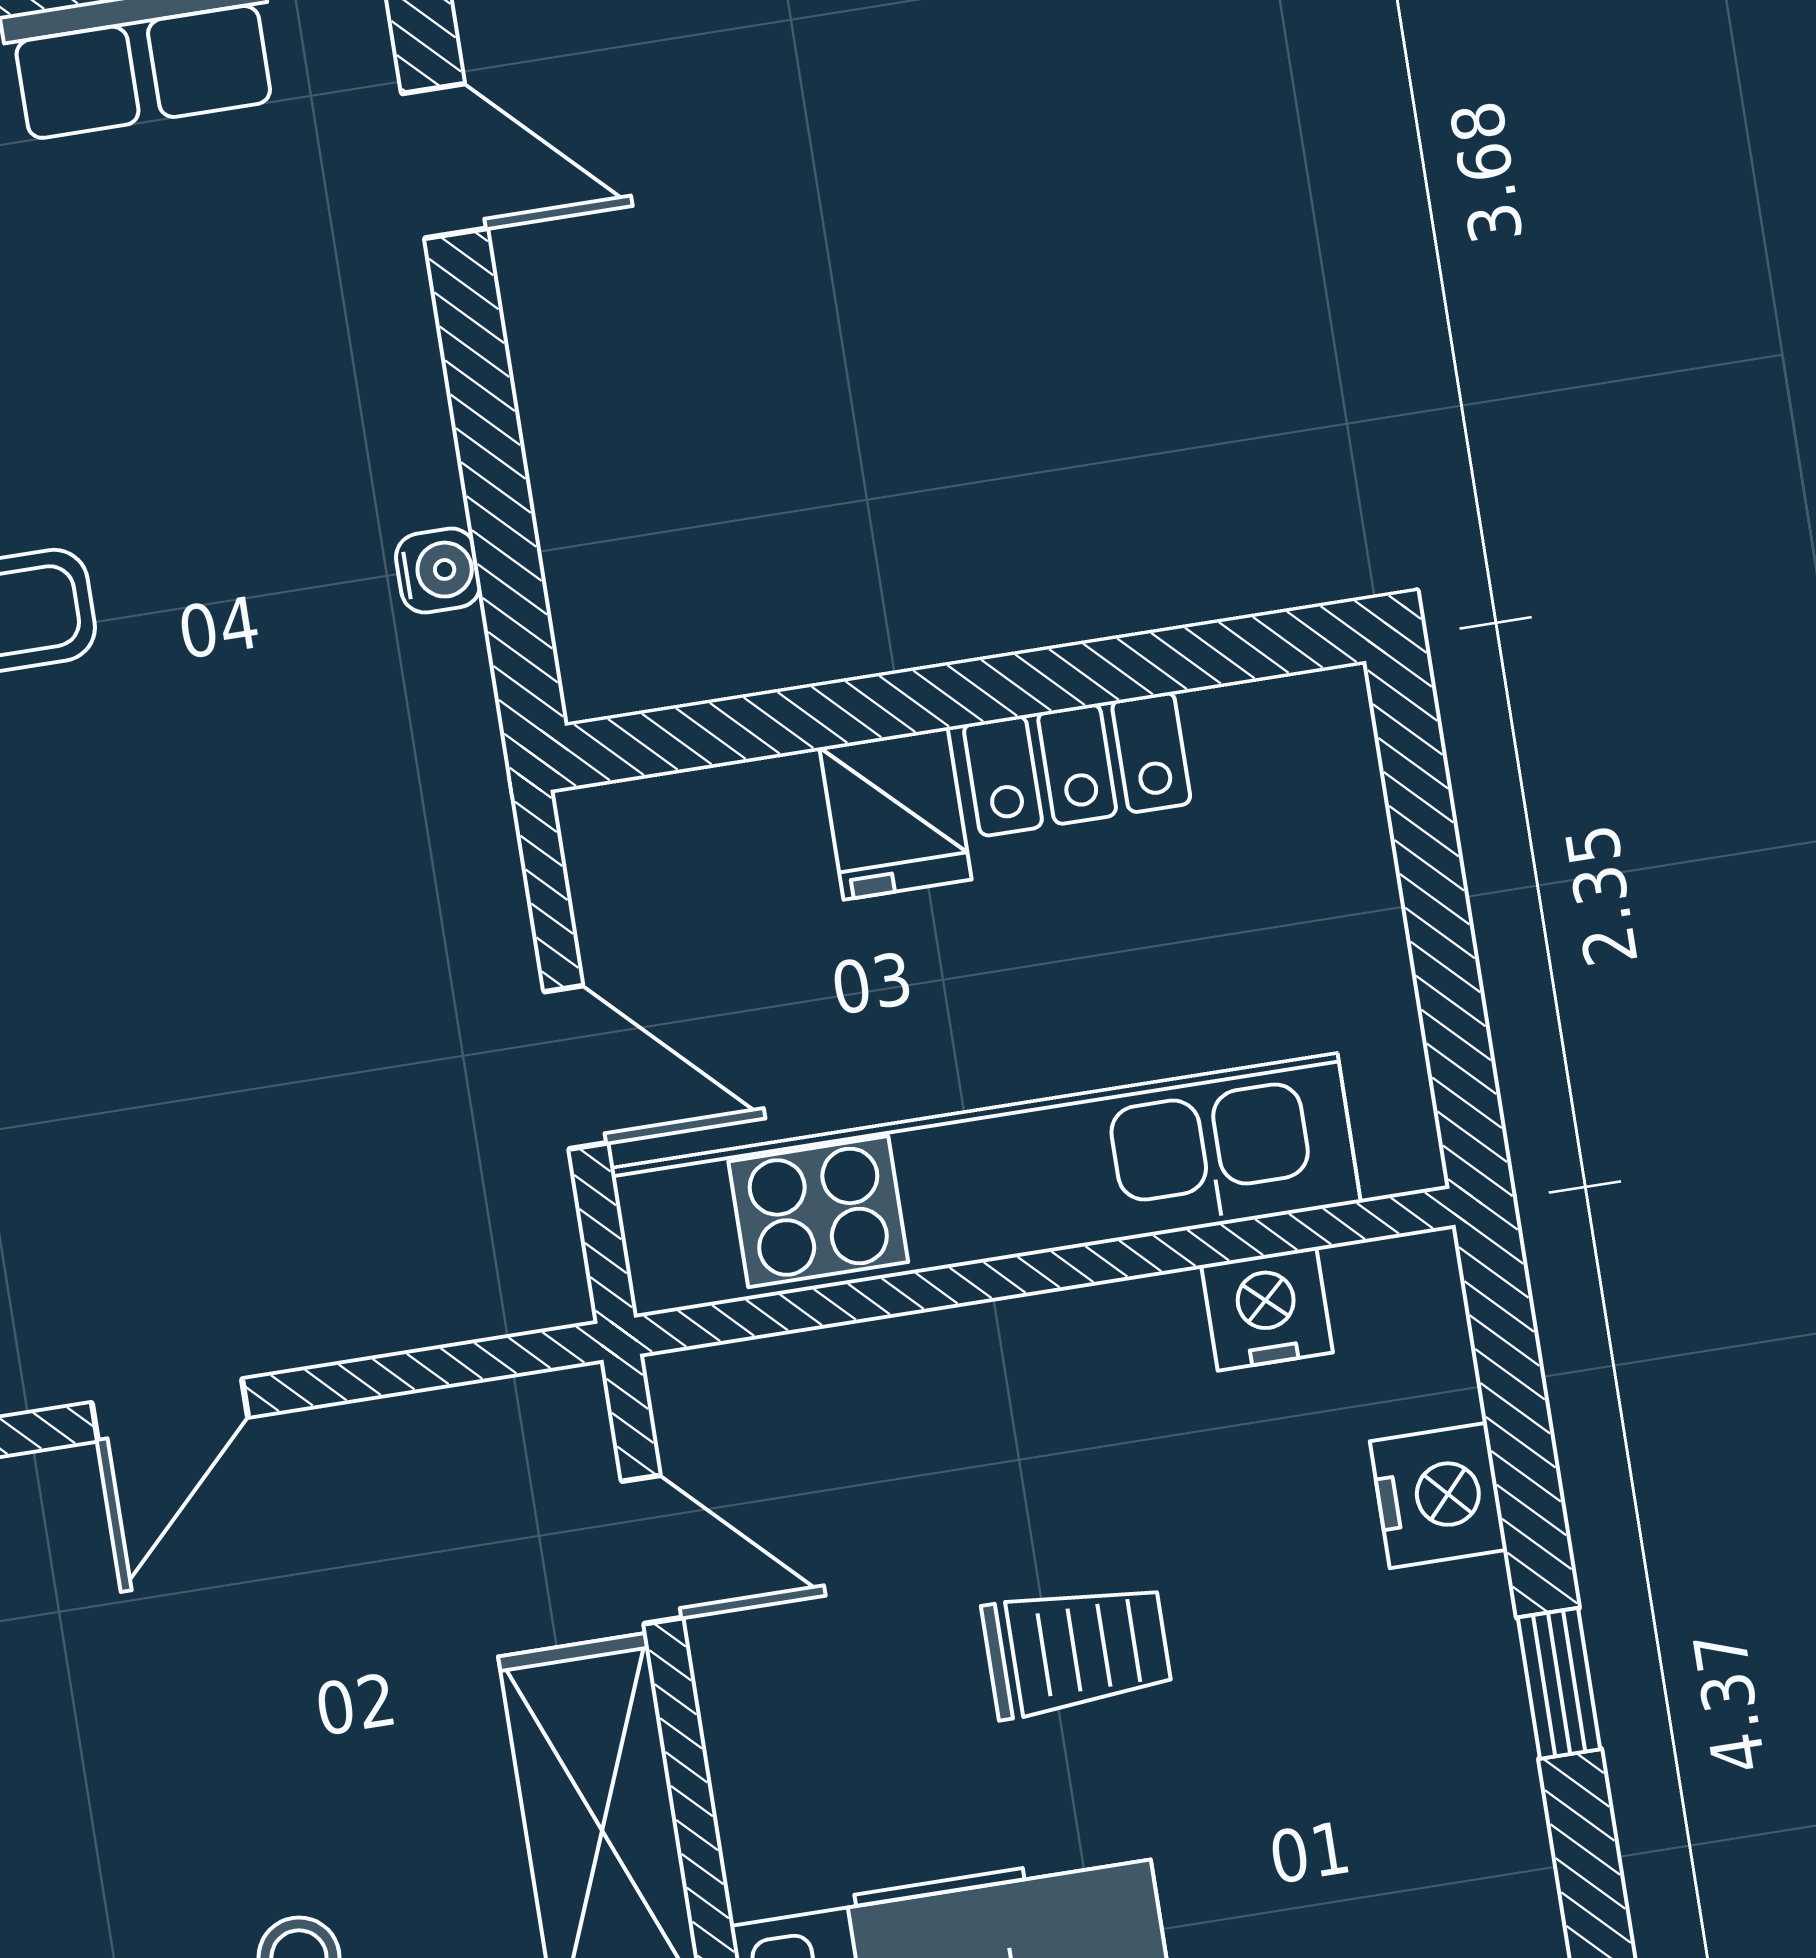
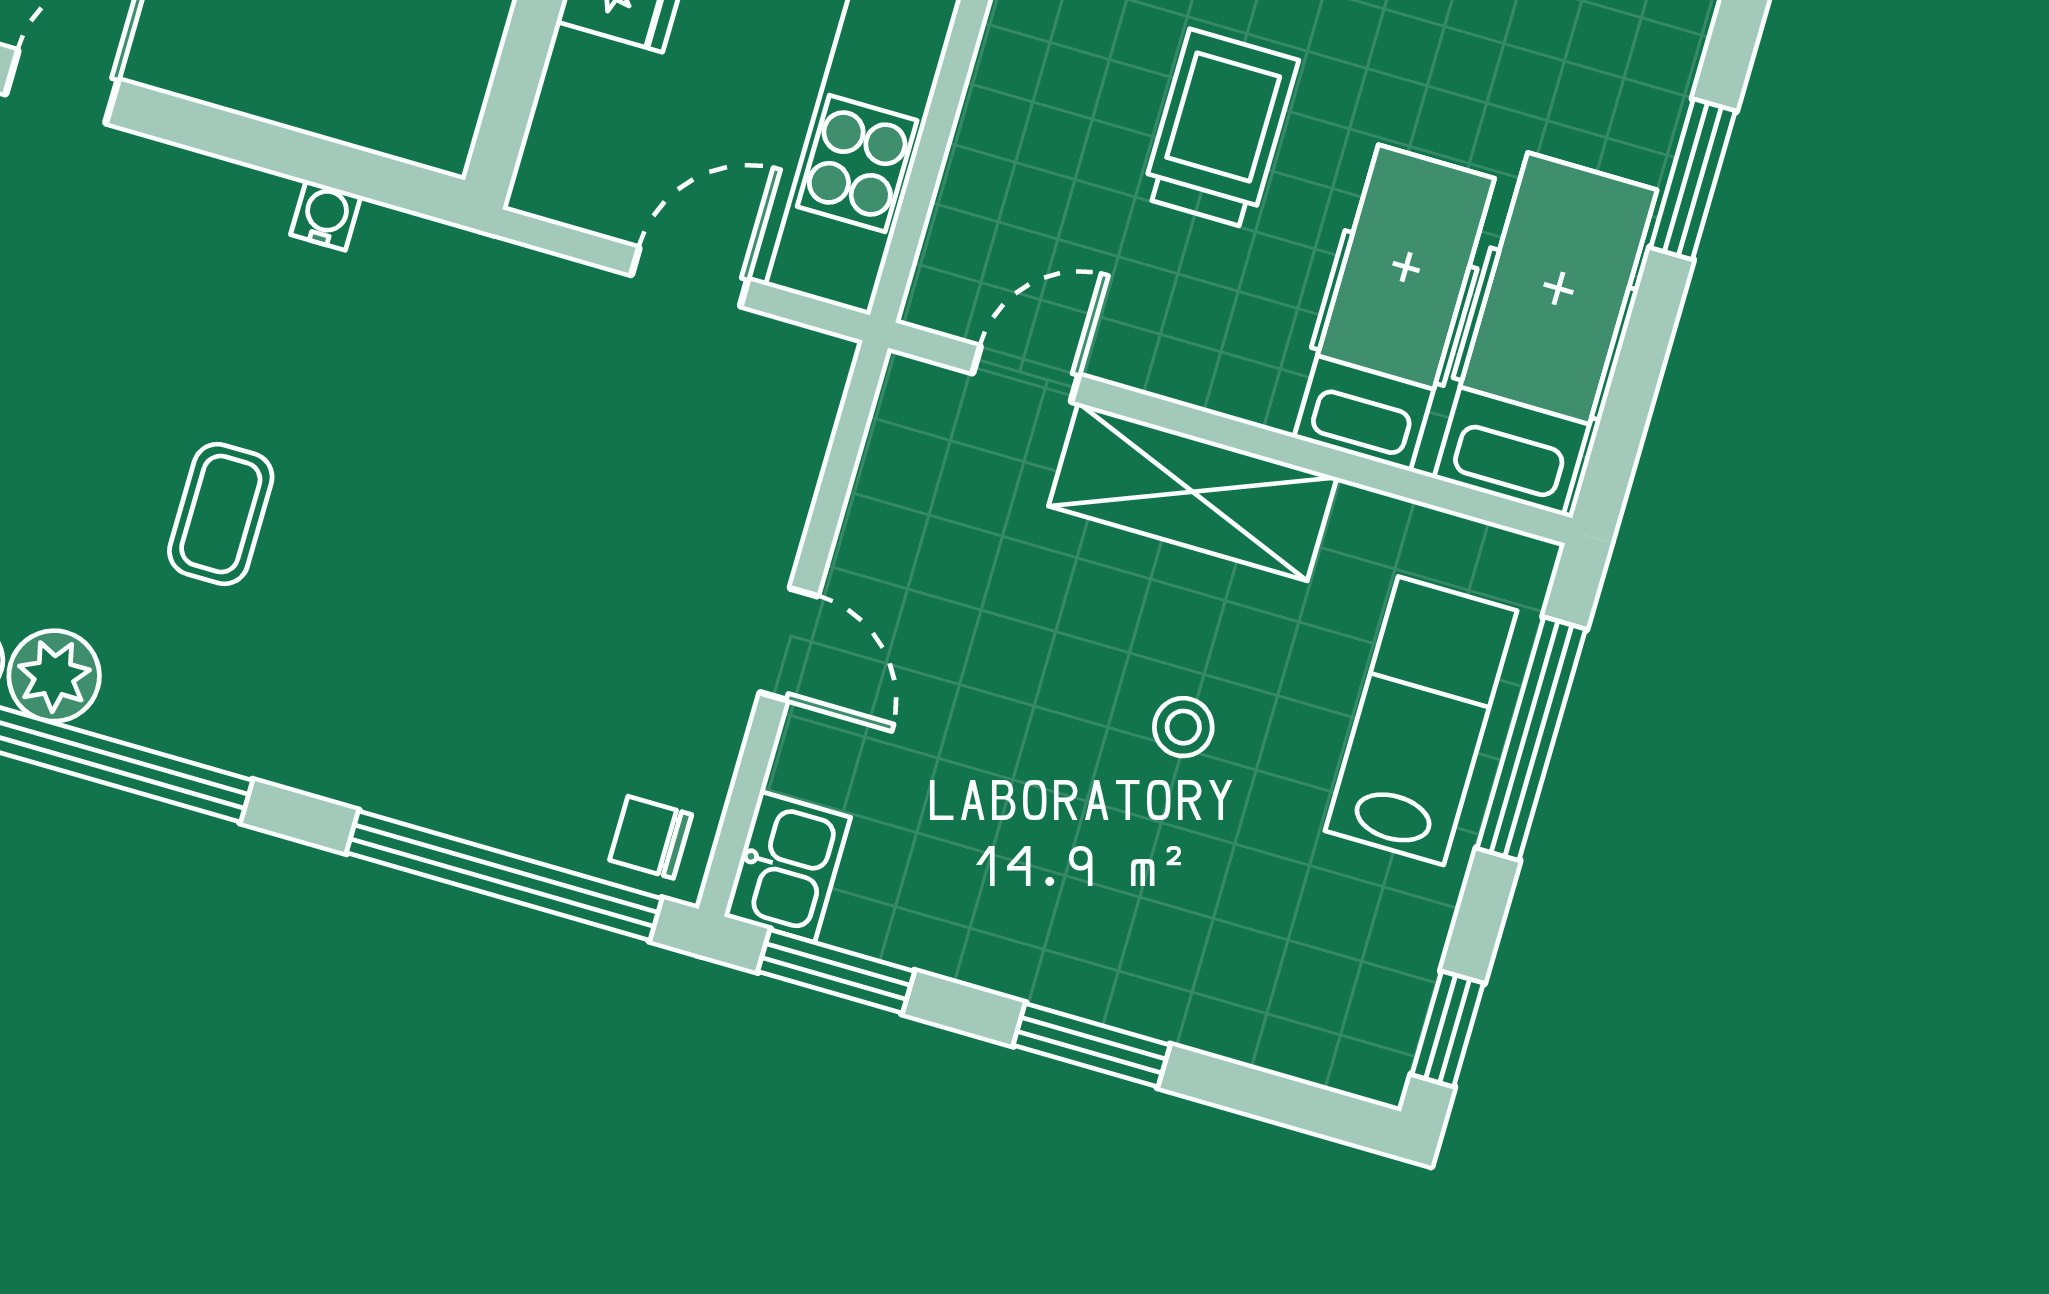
trolley: (1077, 1650) -> (1220, 129), width x1.36, depth x1.39

